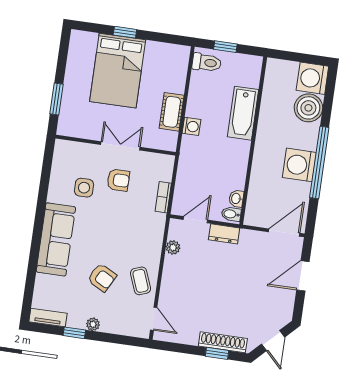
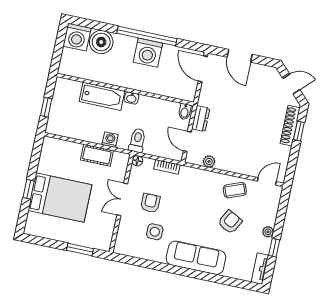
toilet: (207, 63) -> (137, 140), moved
floor lamp: (168, 161) -> (137, 161), added
washbasin: (236, 199) -> (131, 98), moved

